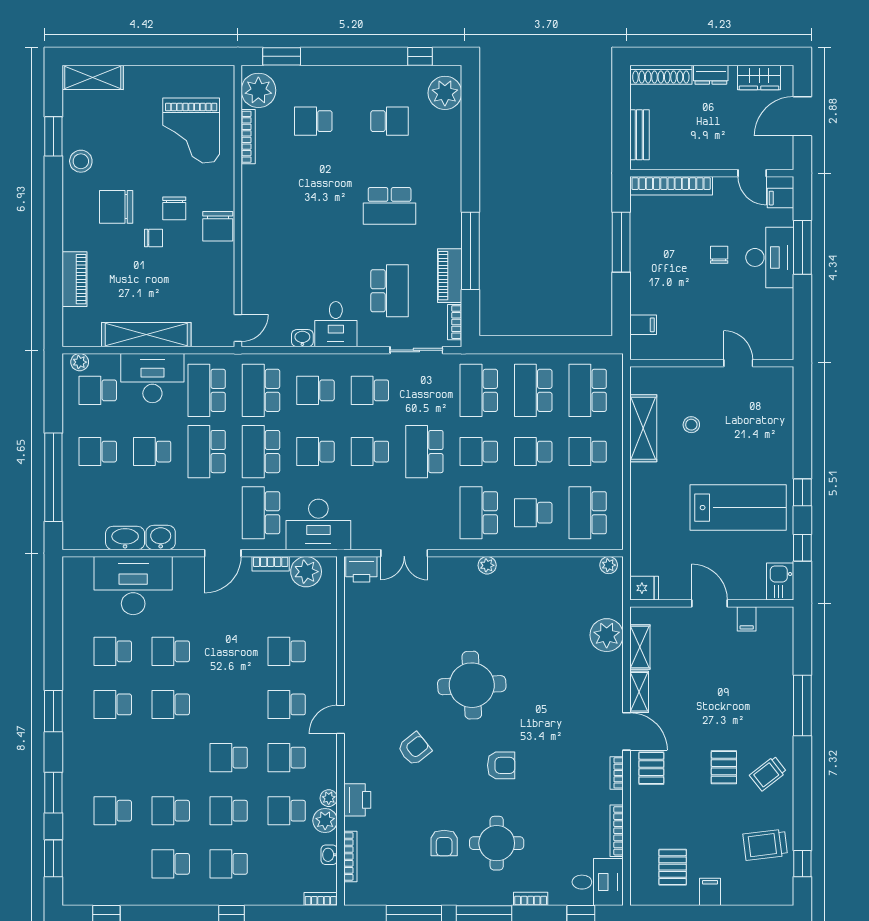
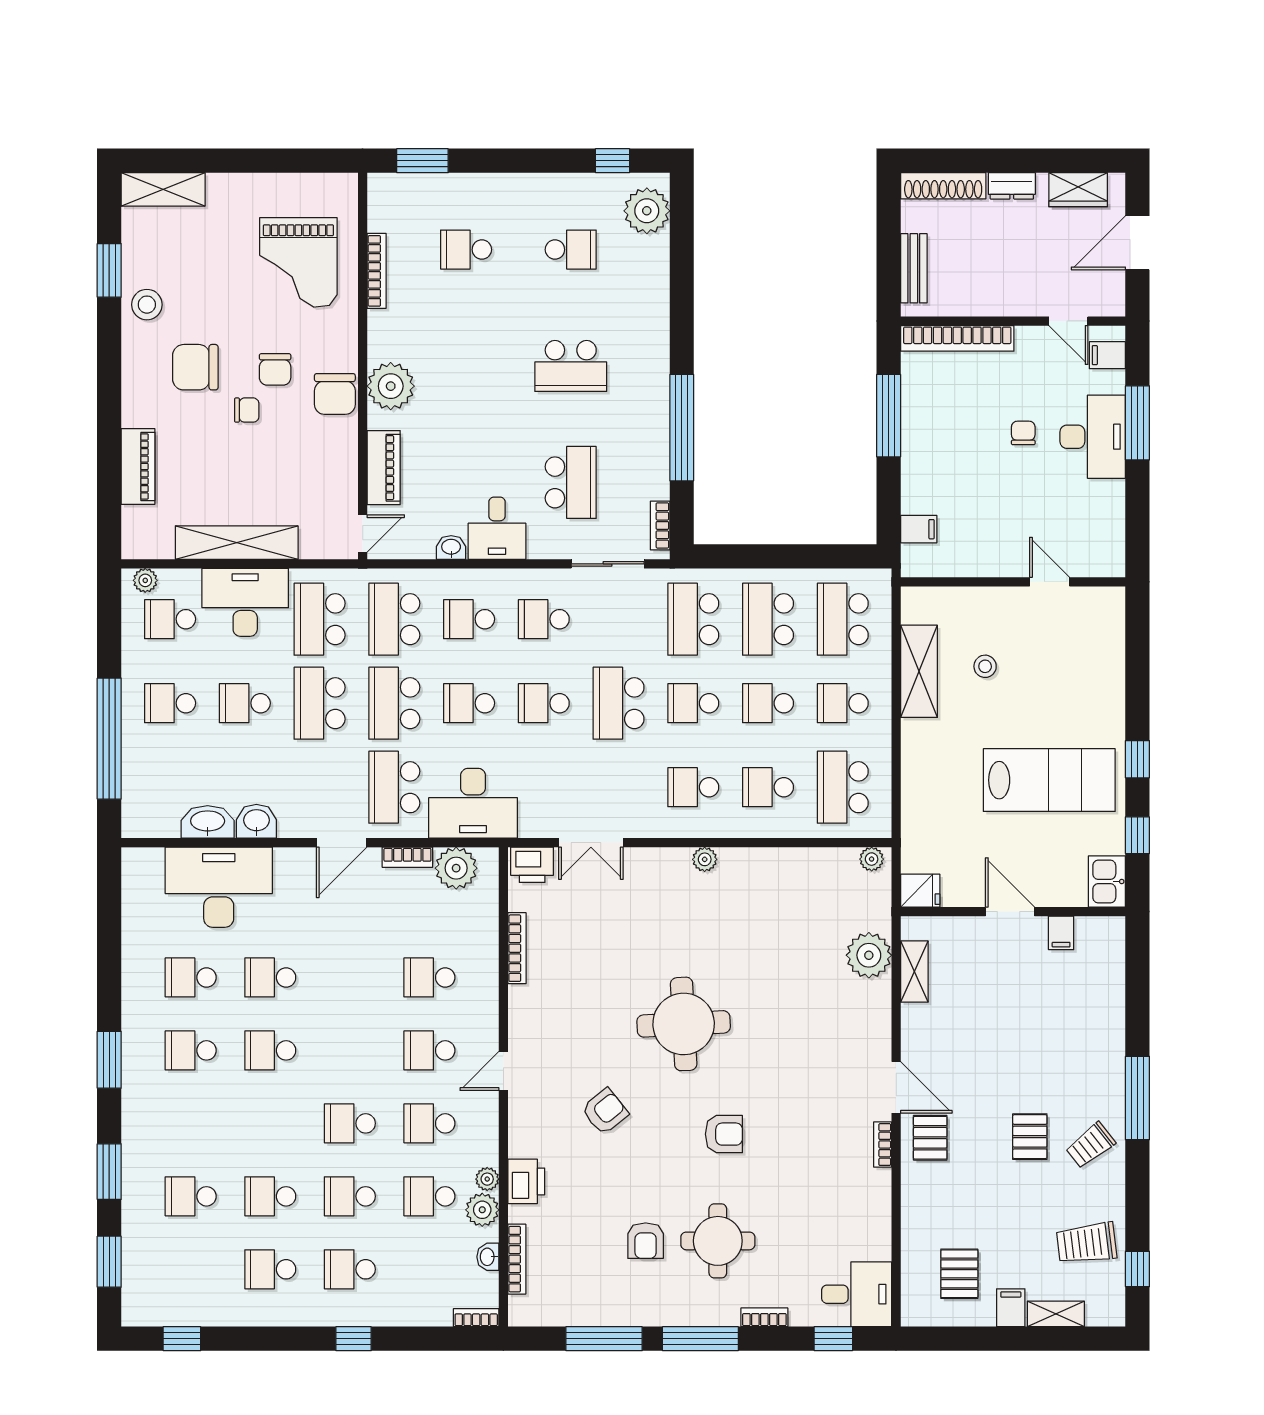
plant: (258, 90) -> (391, 386), moved
piano: (450, 276) -> (384, 468), moved, turned 180
school desk: (479, 513) -> (693, 787), width x0.54
shelving: (639, 692) -> (1056, 1314), moved, turned 90
window: (802, 706) -> (1137, 1098), moved
bookcase: (617, 831) -> (517, 948), moved, turned 180

